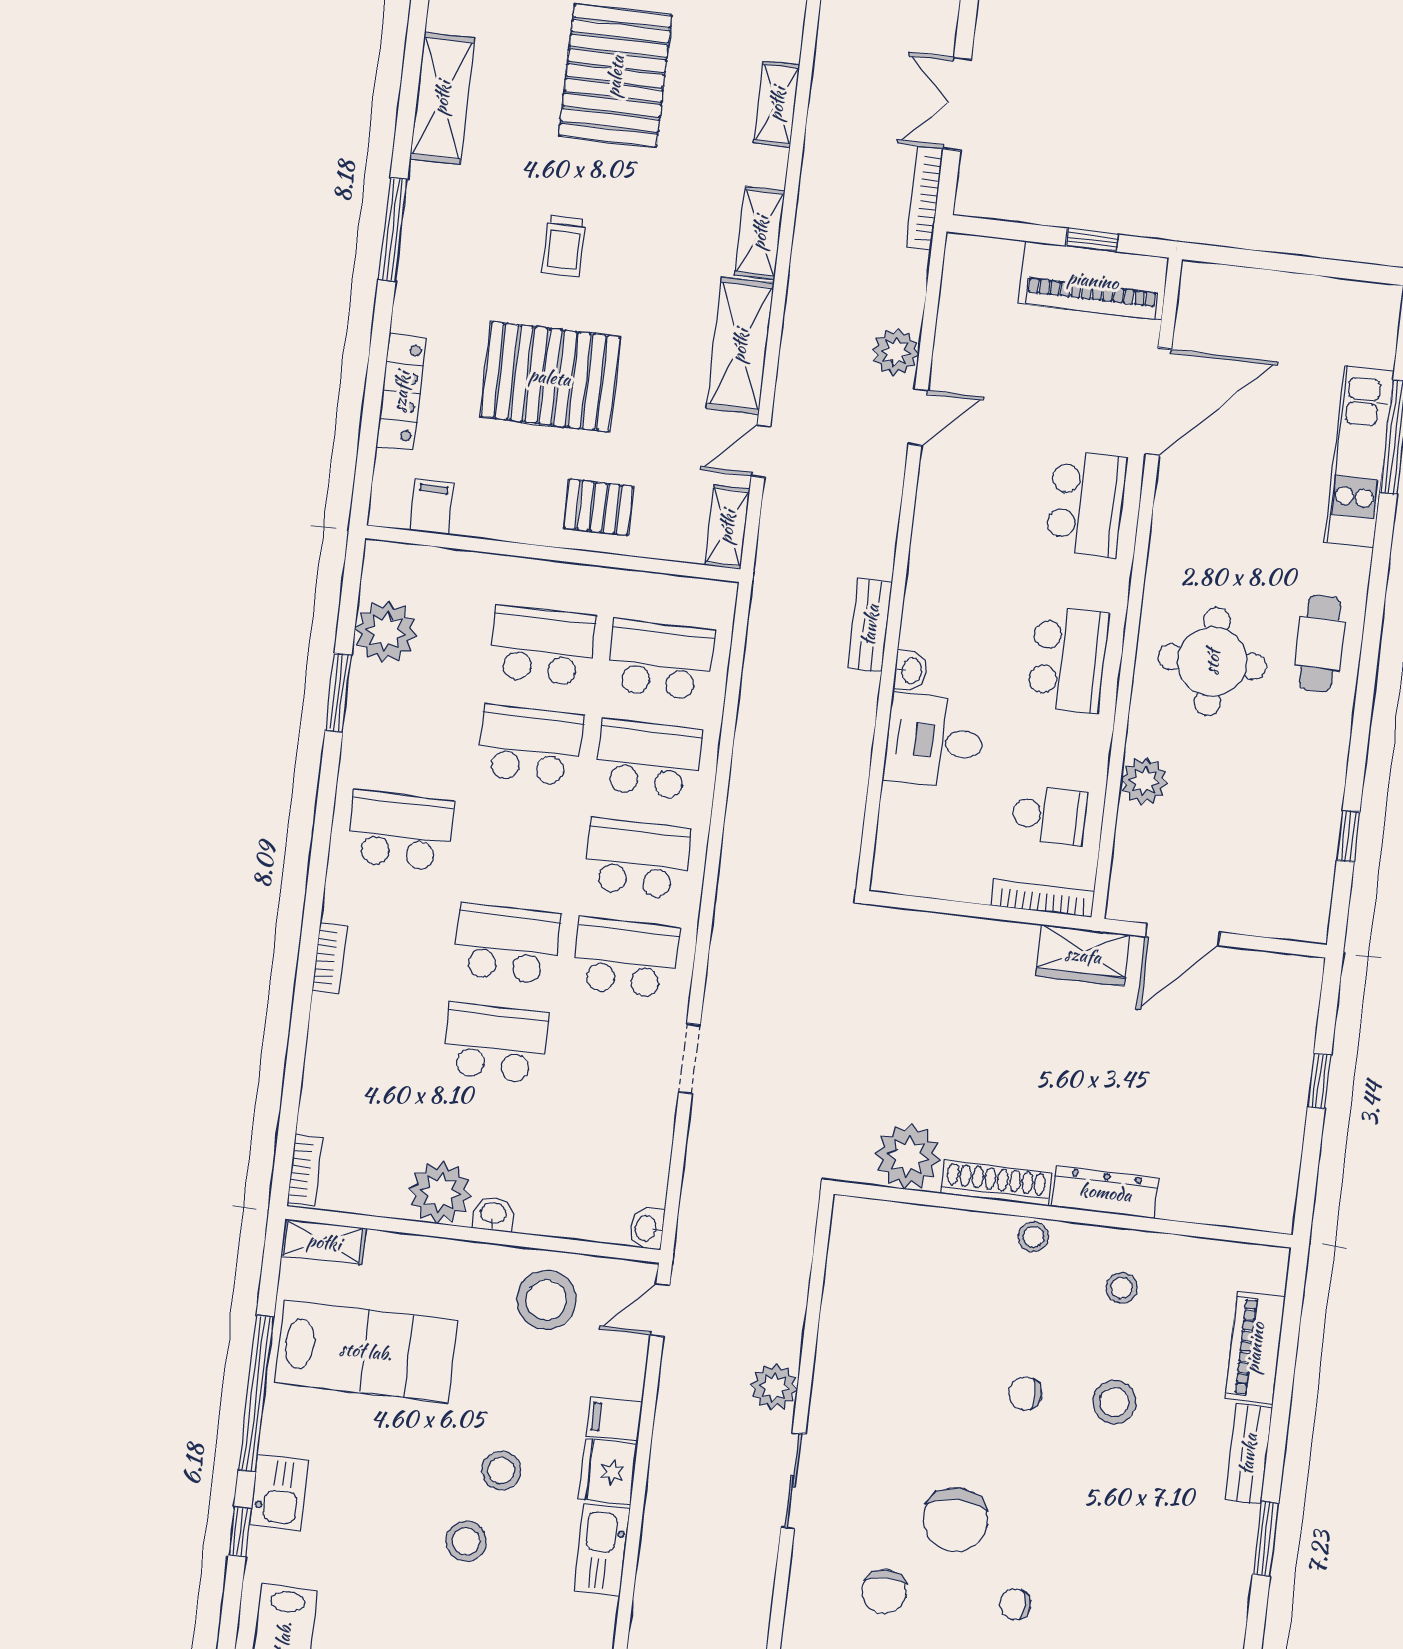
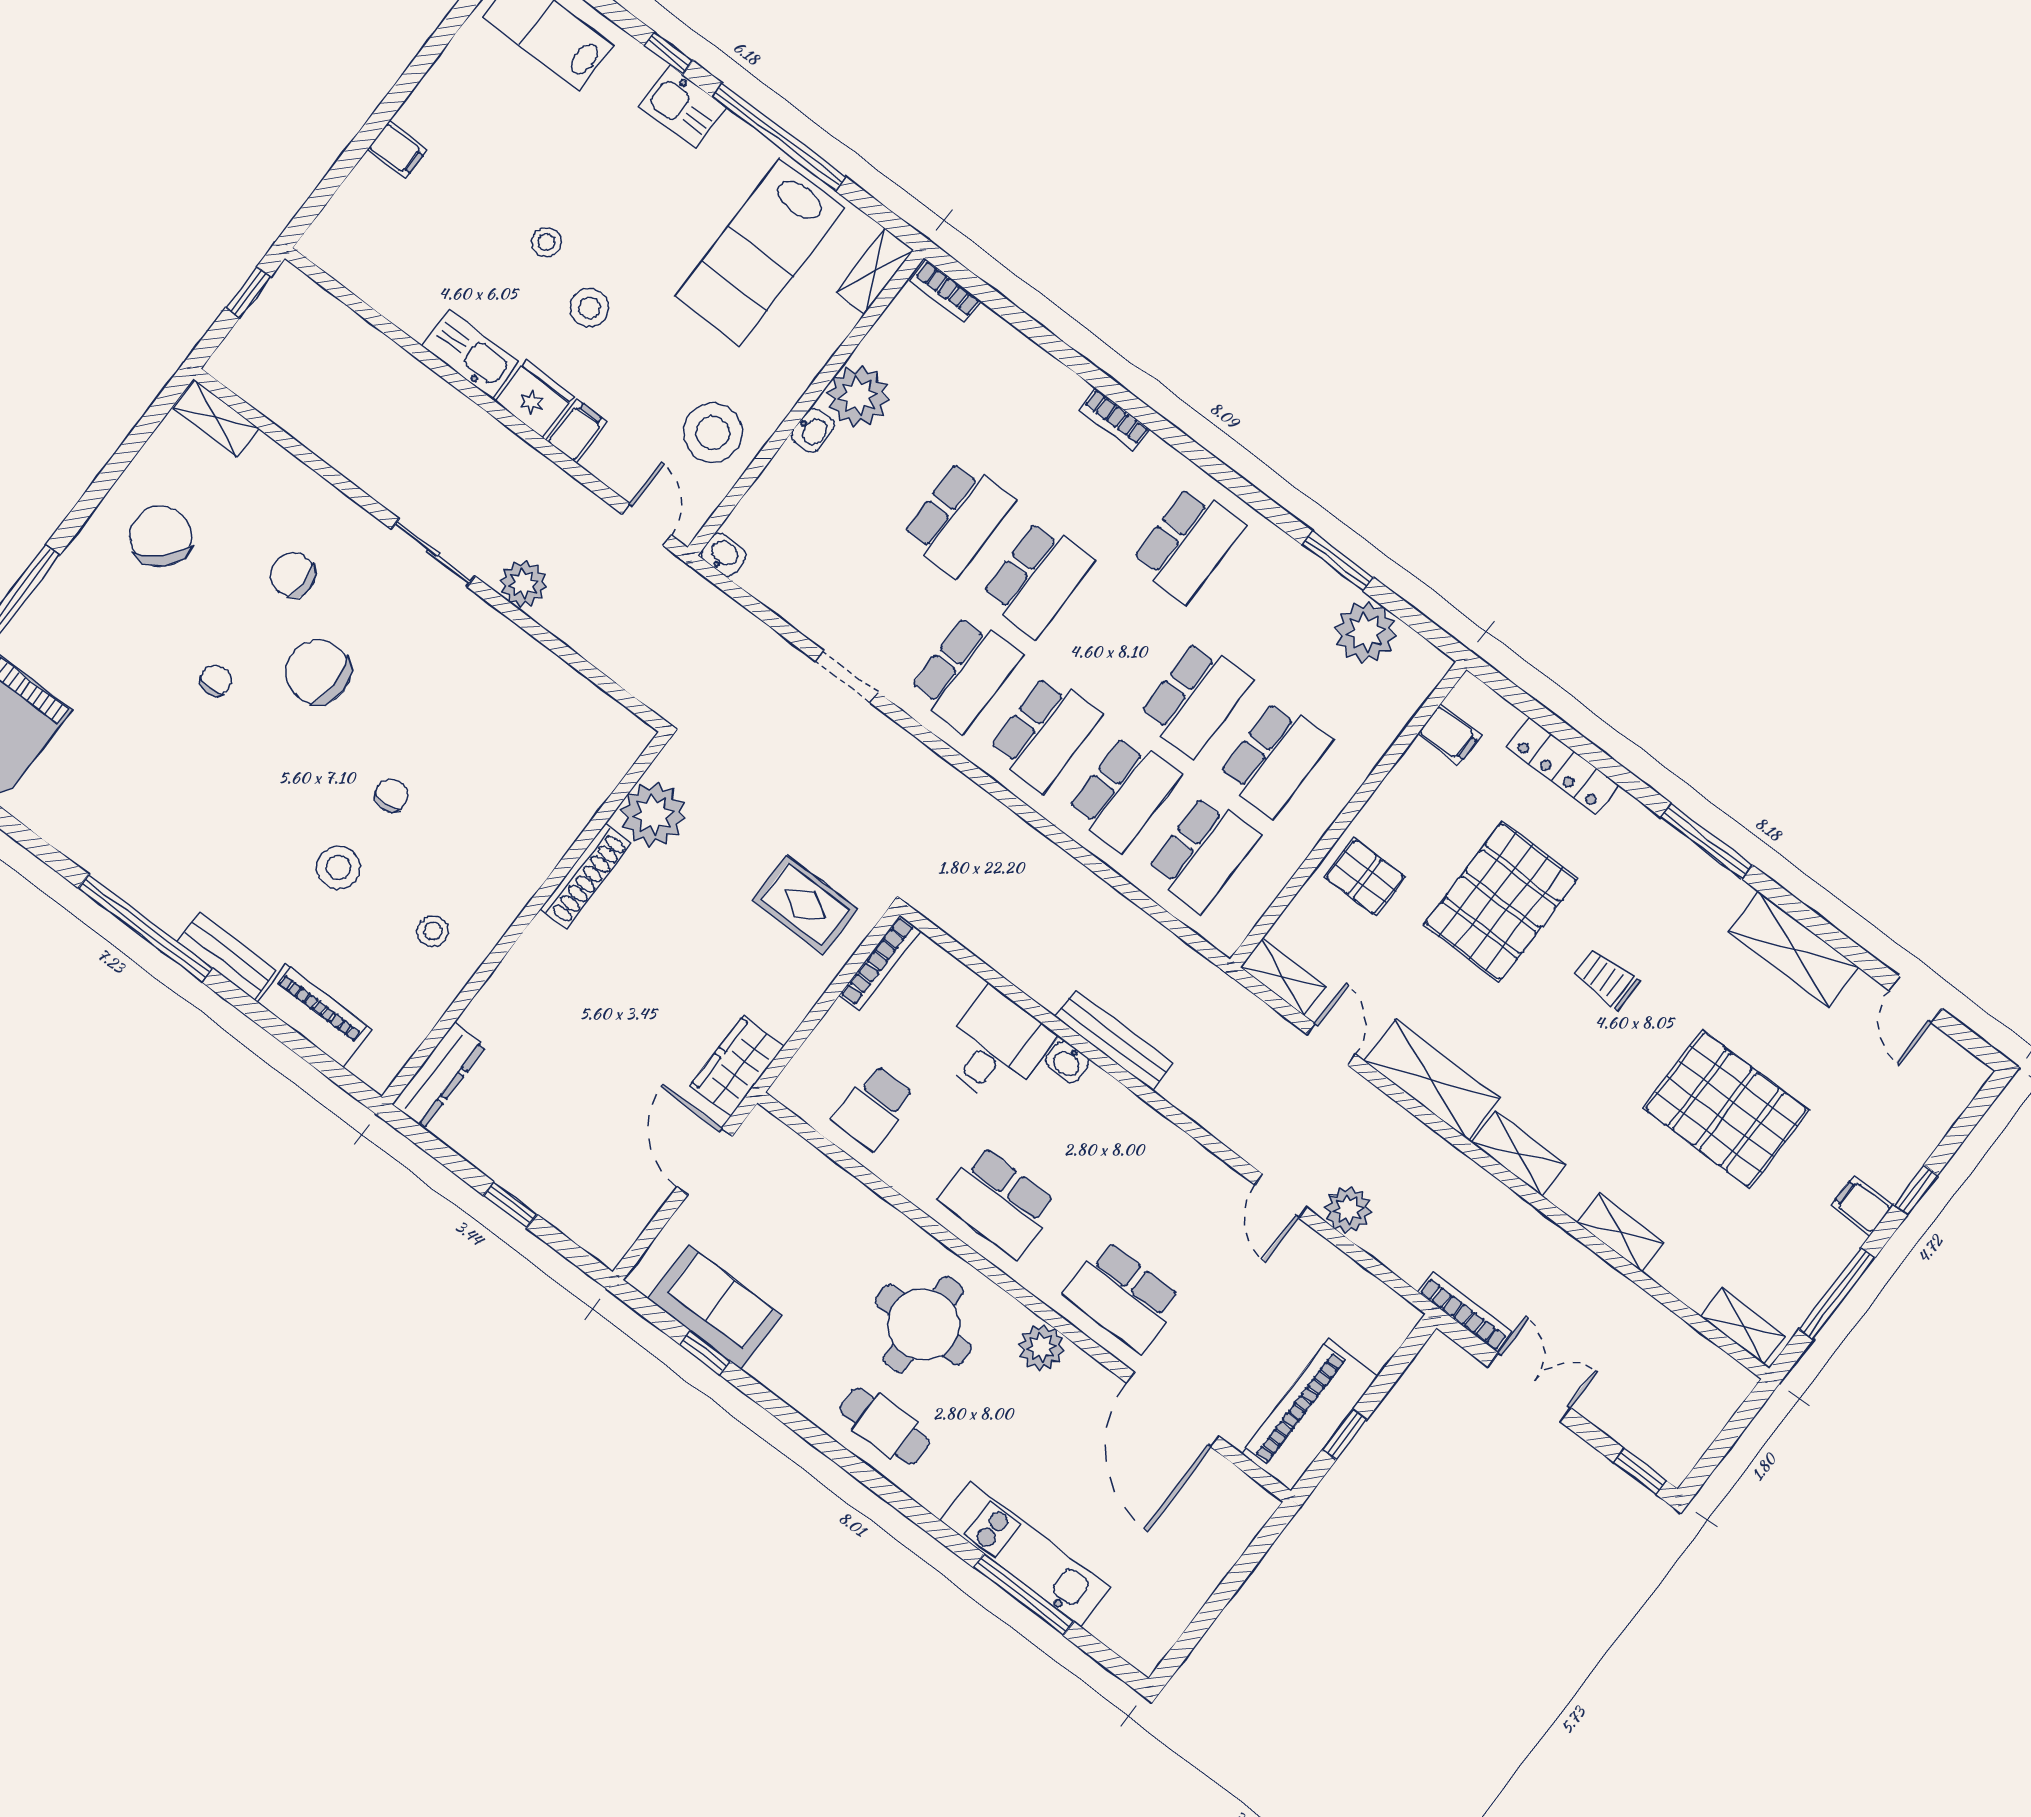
pallet: (598, 507) -> (1365, 877), turned 90
bench: (870, 625) -> (1114, 1040), width x1.36
plant: (1144, 781) -> (1042, 1347), moved
sofa: (1304, 851) -> (715, 1307), added
bookcase: (1043, 898) -> (880, 963), moved
rug: (908, 979) -> (805, 904), added
dresser: (1105, 1192) -> (439, 1076), moved
stool: (1033, 1237) -> (521, 881), removed
window: (1266, 1539) -> (145, 928), width x2.11
stool: (466, 1541) -> (546, 242), width x0.73, depth x0.73

